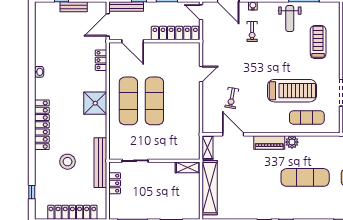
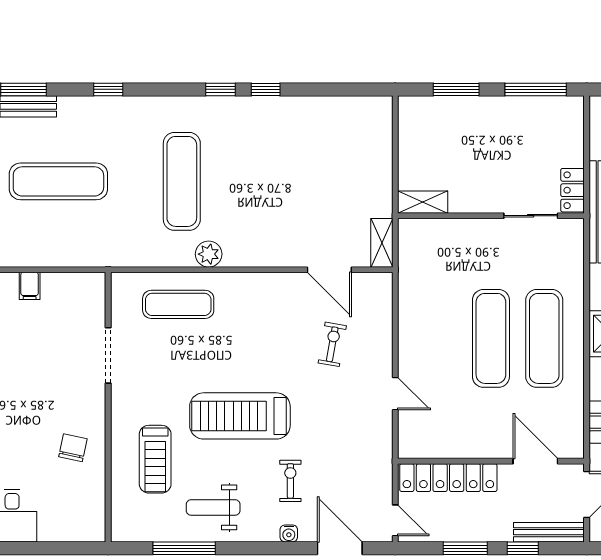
weight bench: (290, 18) -> (213, 507), turned -90
door: (201, 74) -> (395, 394), swing flipped
treadmill: (292, 91) -> (240, 416), moved
piano: (269, 142) -> (255, 253), removed
exercise mat: (305, 177) -> (182, 181), turned 90
locker: (115, 183) -> (572, 190), moved
shelving: (210, 188) -> (378, 161), removed

